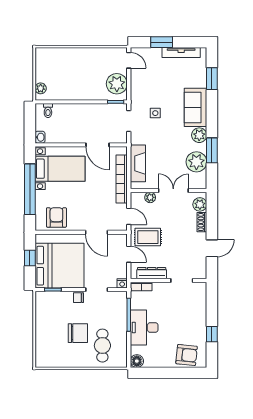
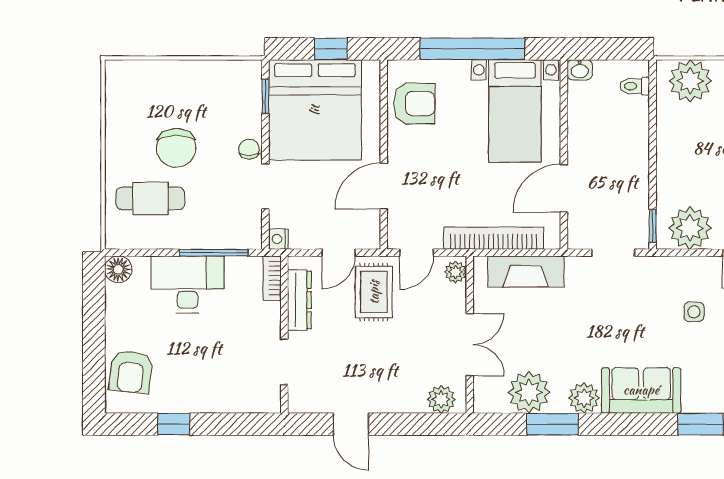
plant: (41, 88) -> (690, 81), width x1.88, depth x1.88
side table: (155, 113) -> (694, 312), moved
plant: (150, 197) -> (456, 272), moved
shoe rack: (202, 222) -> (405, 404), removed

